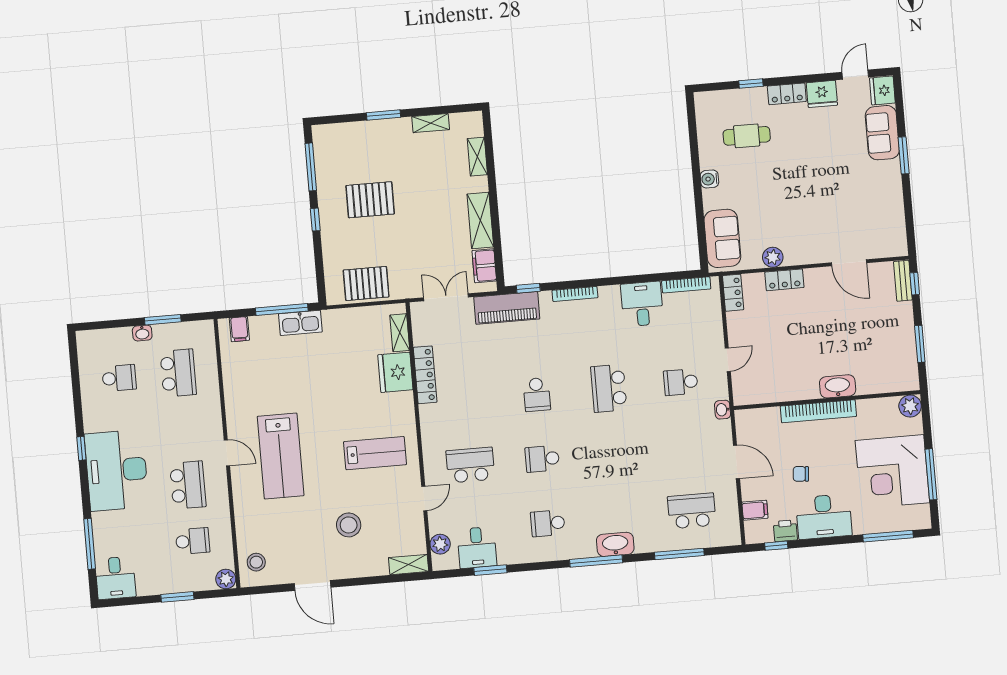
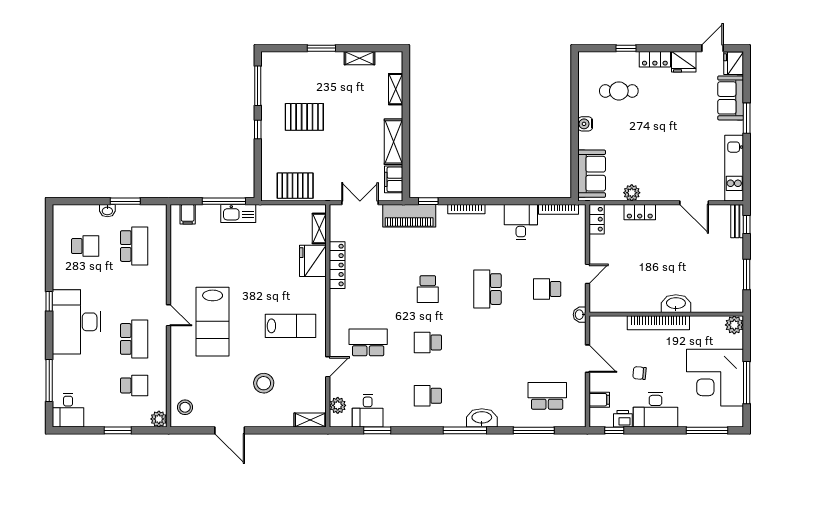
kitchen unit: (894, 217) -> (734, 168), added

